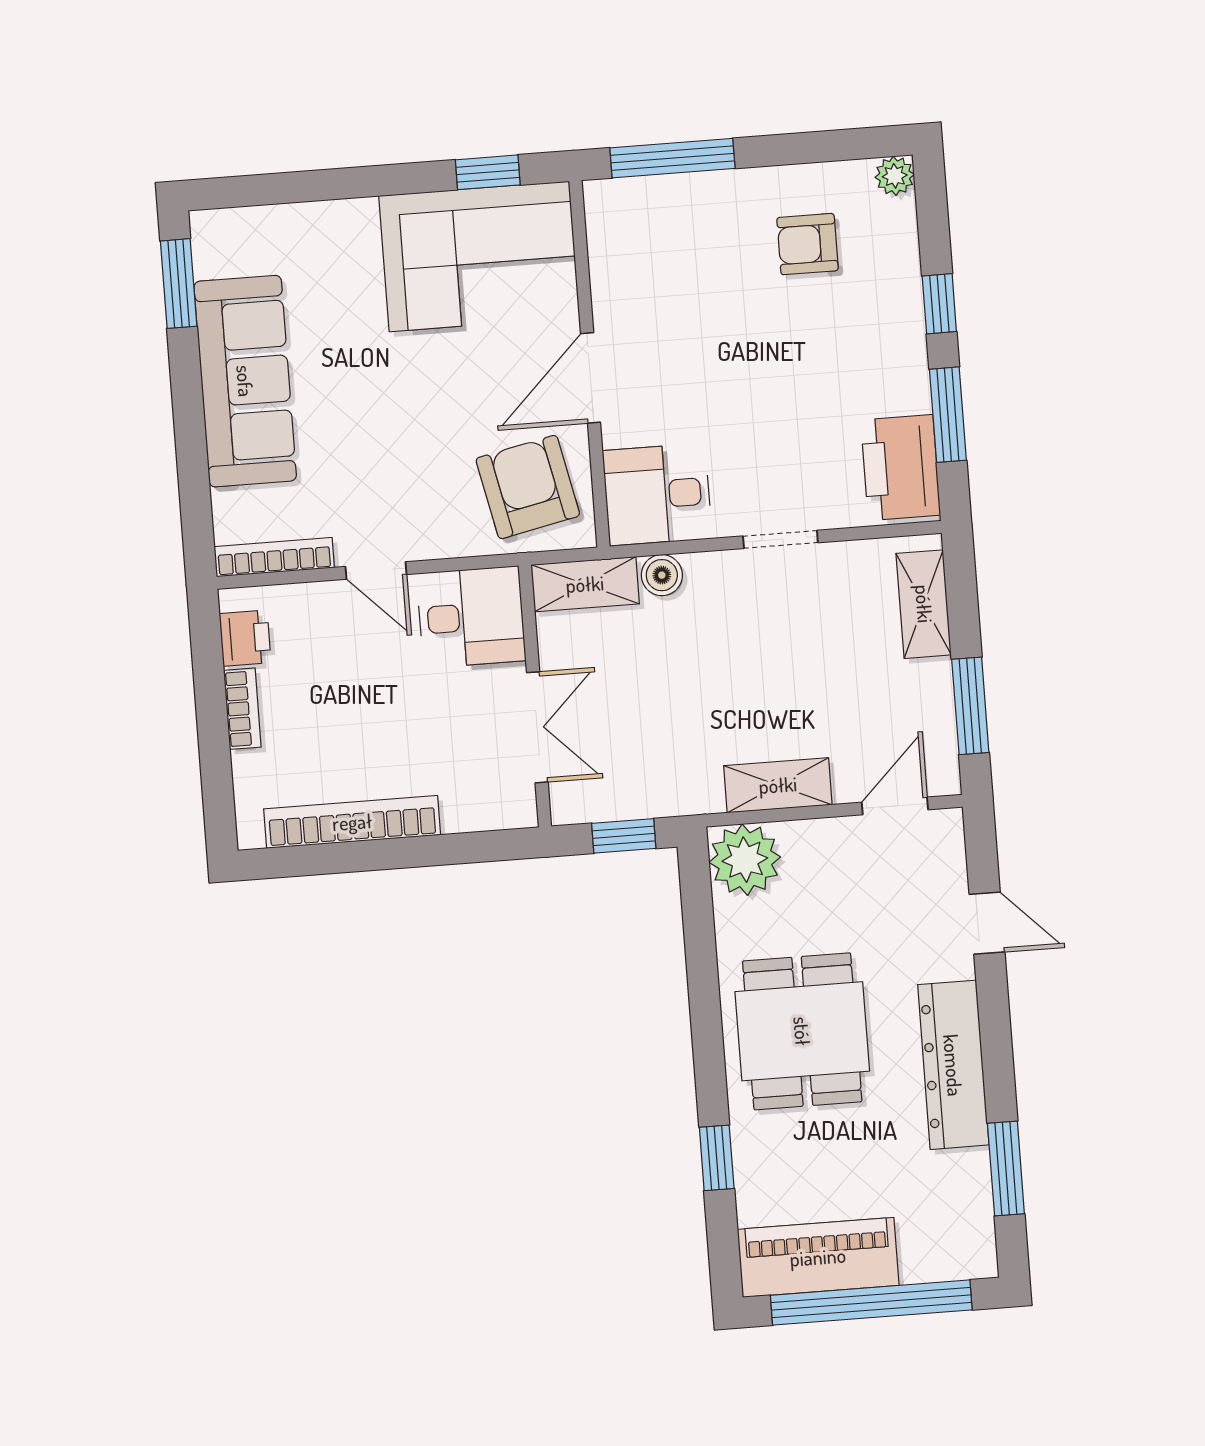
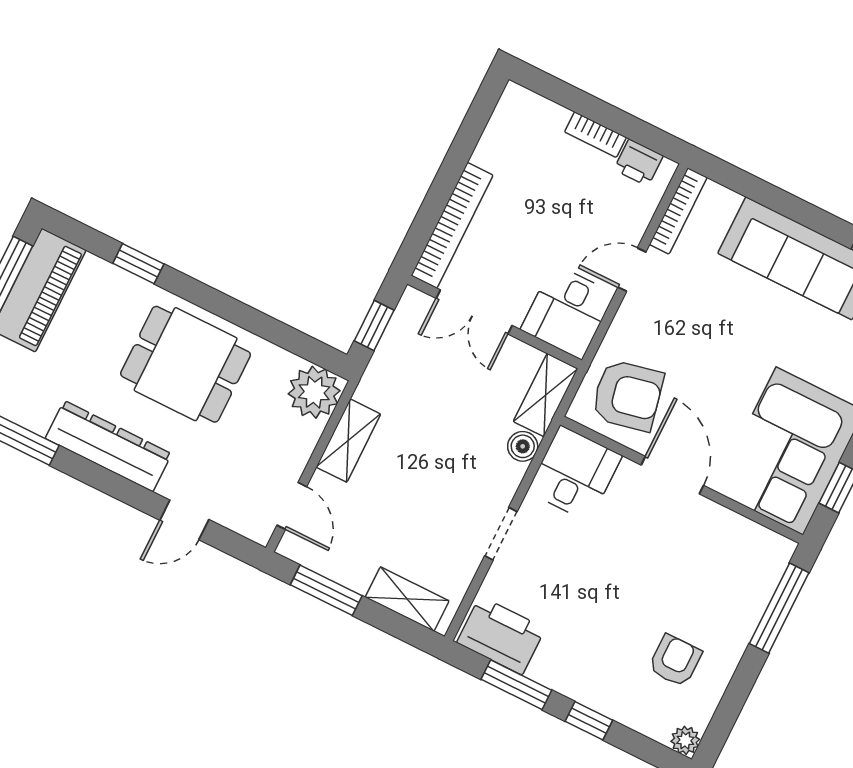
bookcase: (352, 822) -> (452, 225), moved

